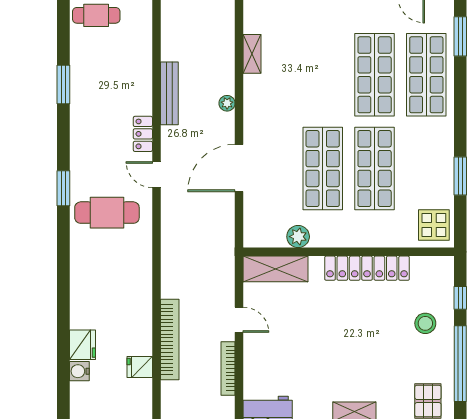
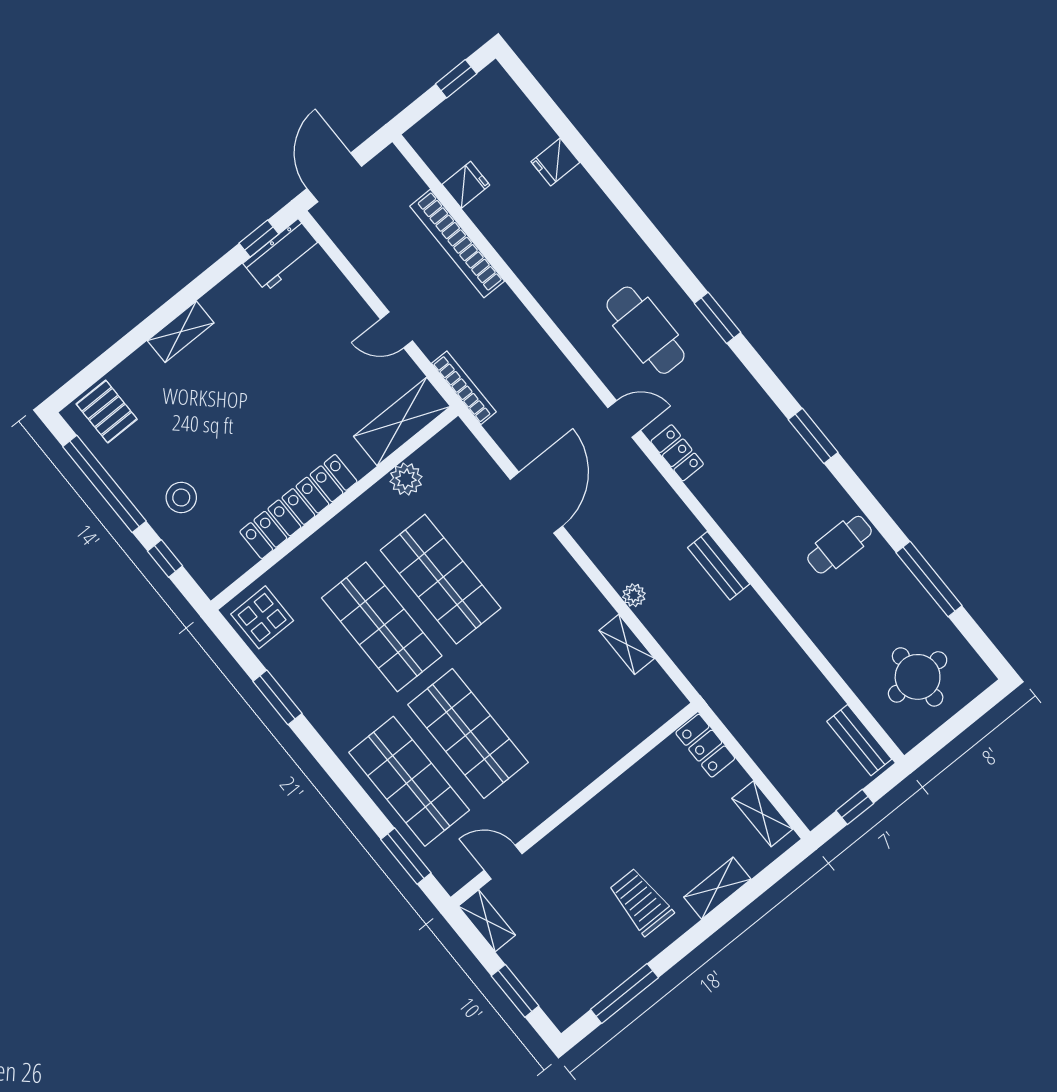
bench: (169, 93) -> (719, 566), moved, width x0.73
plant: (227, 103) -> (634, 595), moved
cafe table: (107, 213) -> (645, 330), turned 90
fridge: (82, 345) -> (555, 162), width x0.72
bookcase: (228, 369) -> (464, 388), moved
water cooler: (79, 371) -> (531, 124), removed

